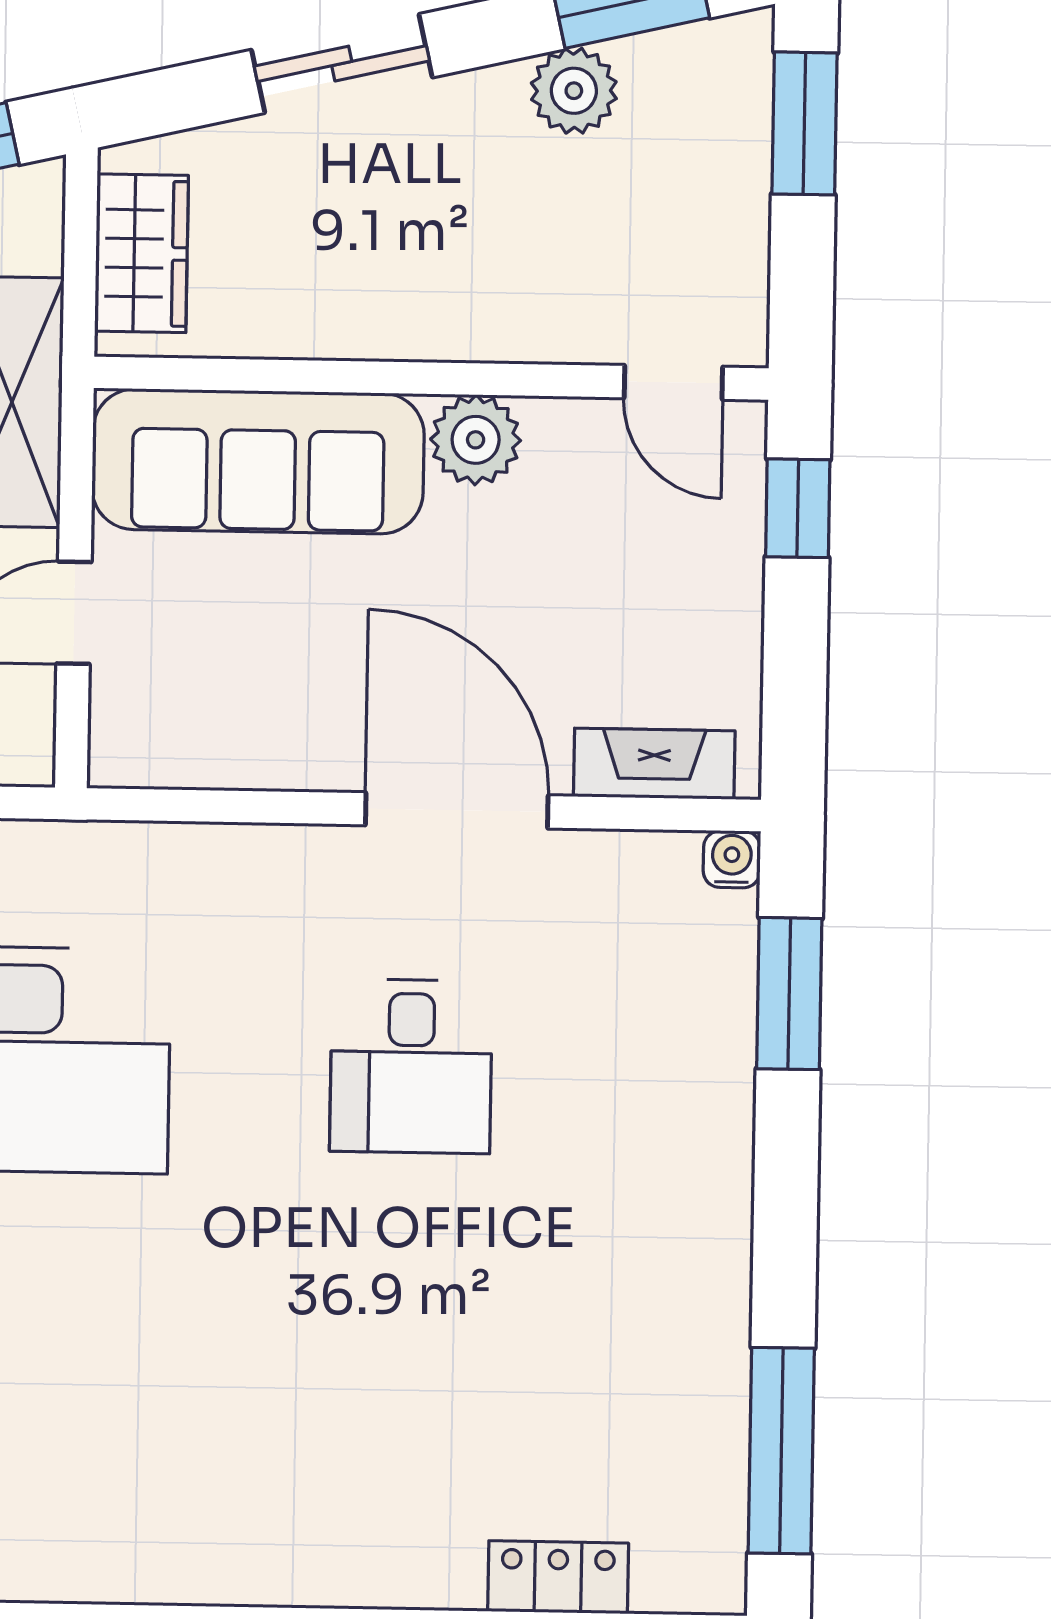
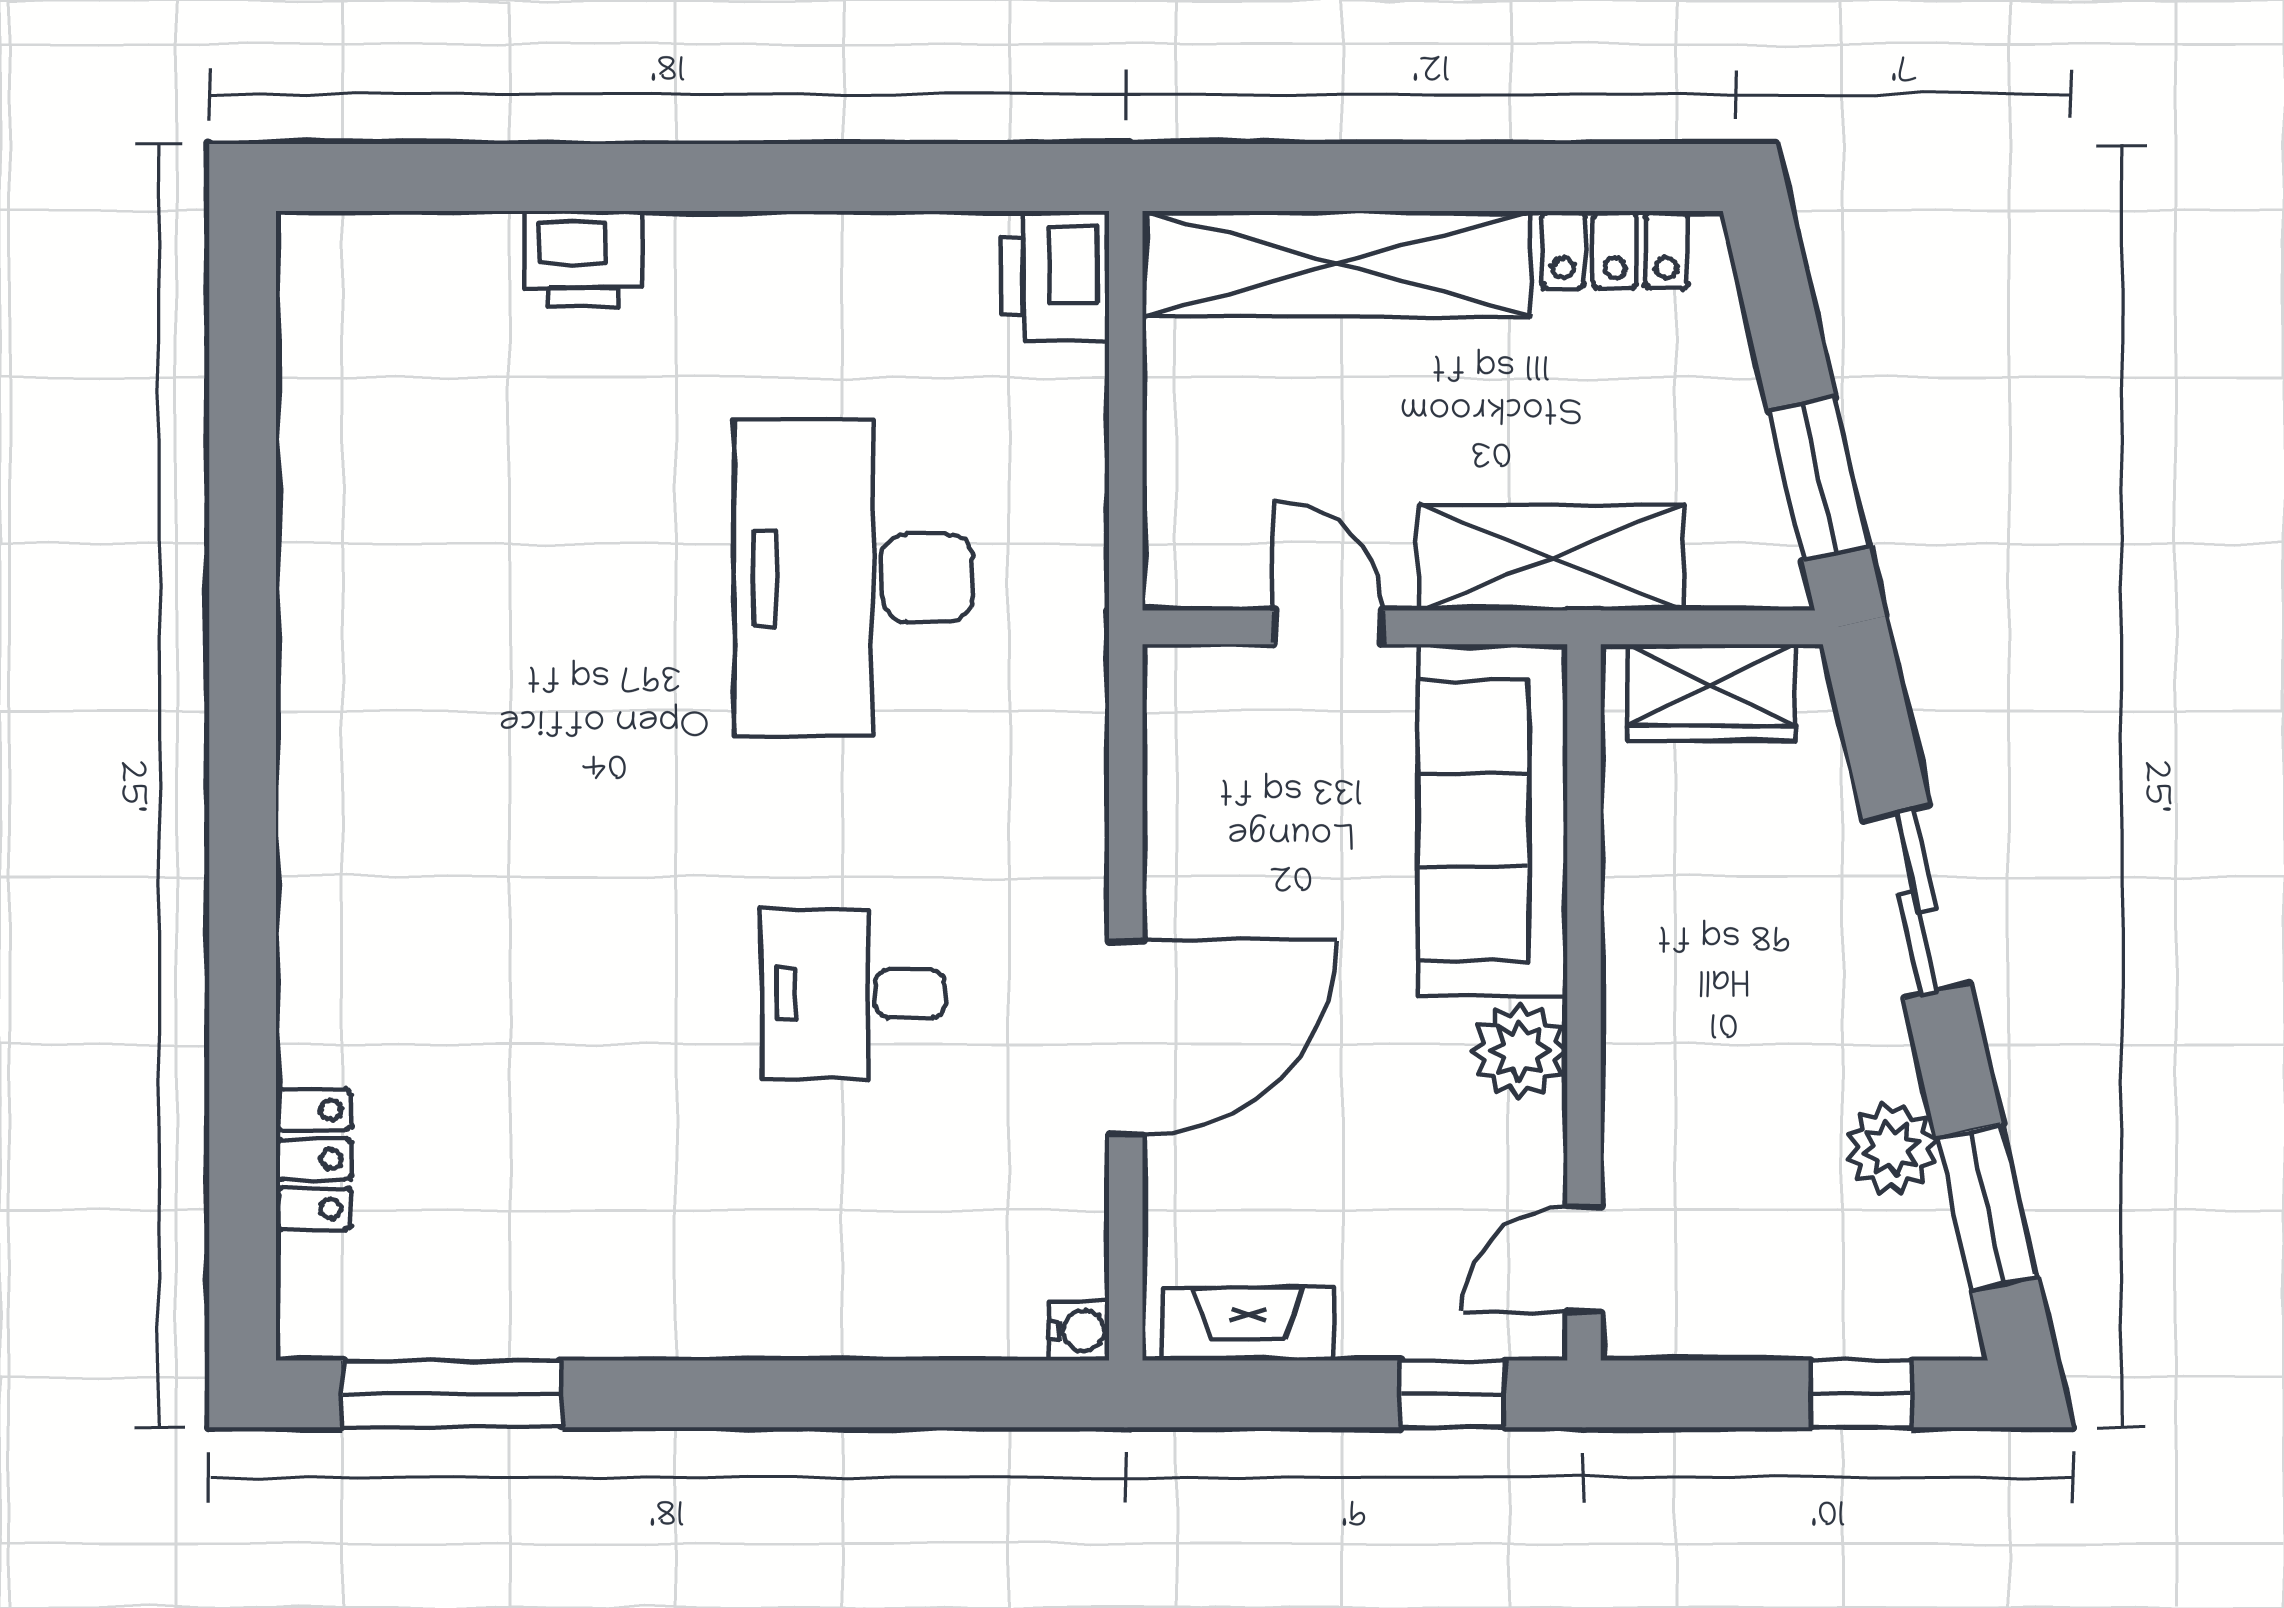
window: (804, 123) -> (1861, 1394), width x0.67
fireplace: (654, 764) -> (1248, 1324), moved, turned -90
window: (789, 994) -> (937, 1394), removed

